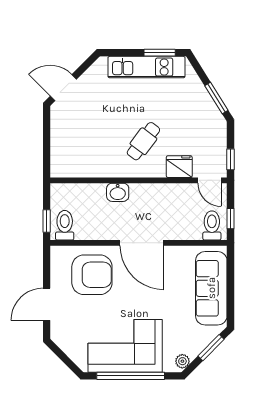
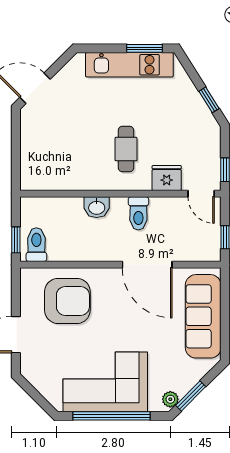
window: (216, 98) -> (209, 100), width x0.67
cafe table: (143, 141) -> (126, 149), turned -37
toilet: (212, 225) -> (138, 213), moved, turned 180
door: (142, 243) -> (147, 265), moved
window: (211, 348) -> (191, 396), moved

